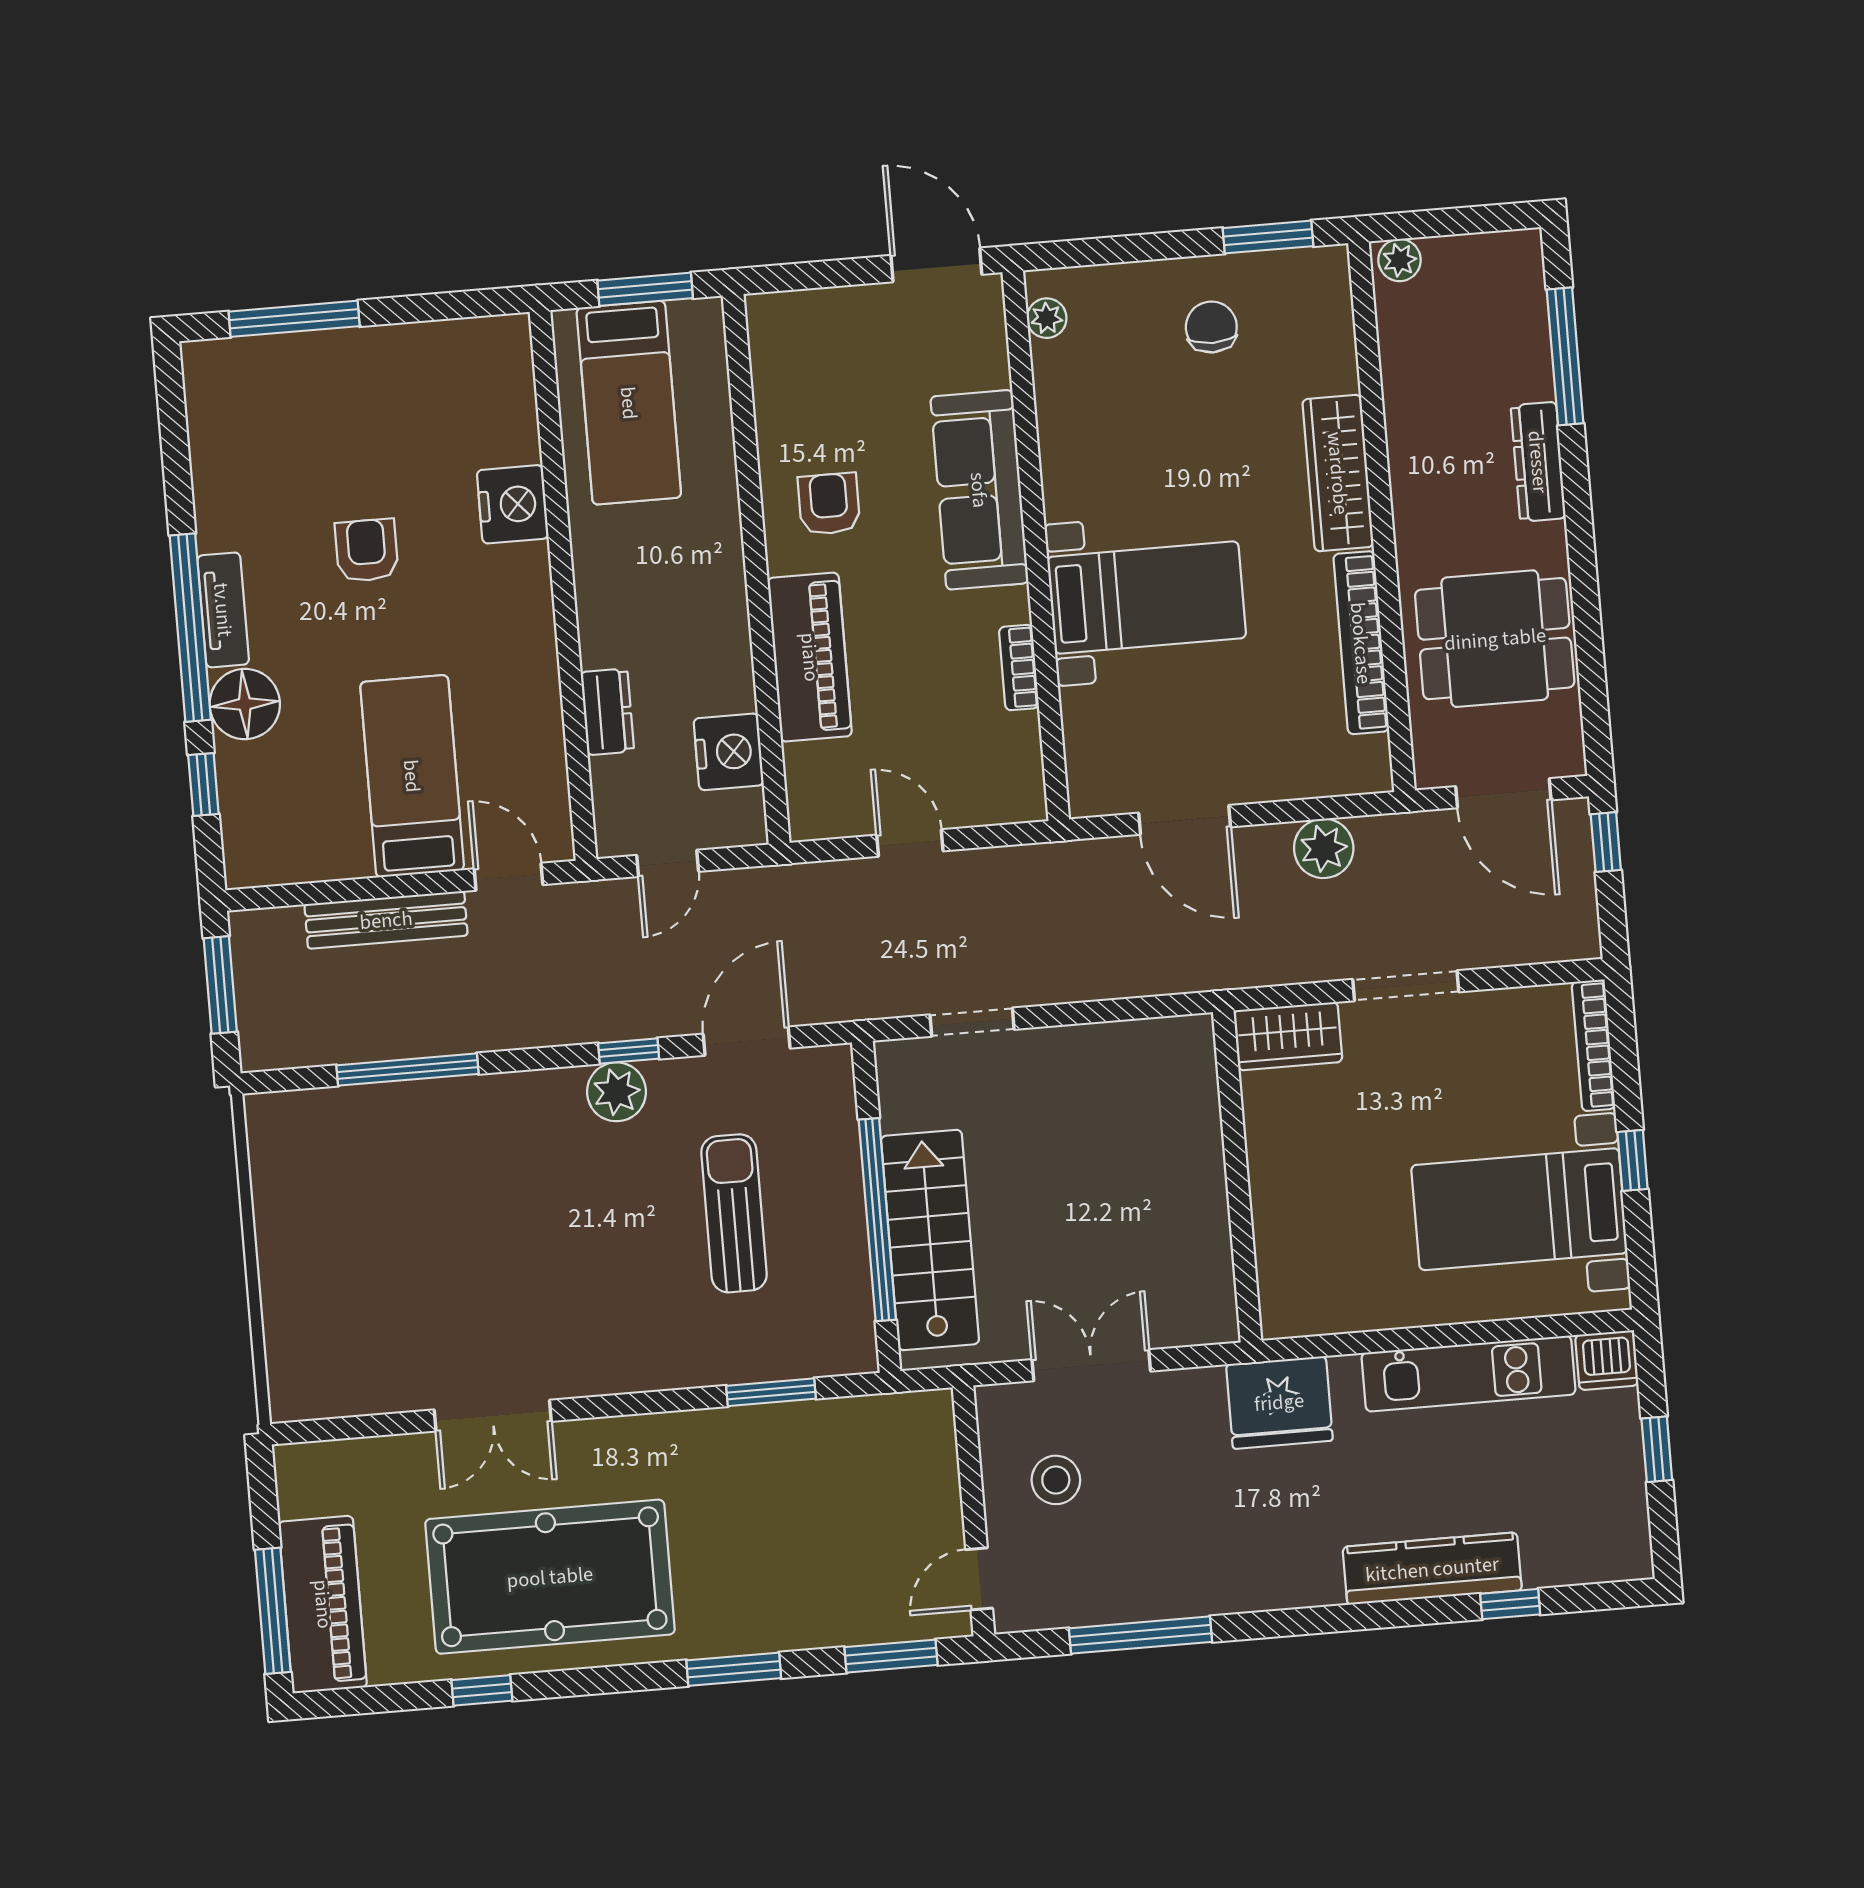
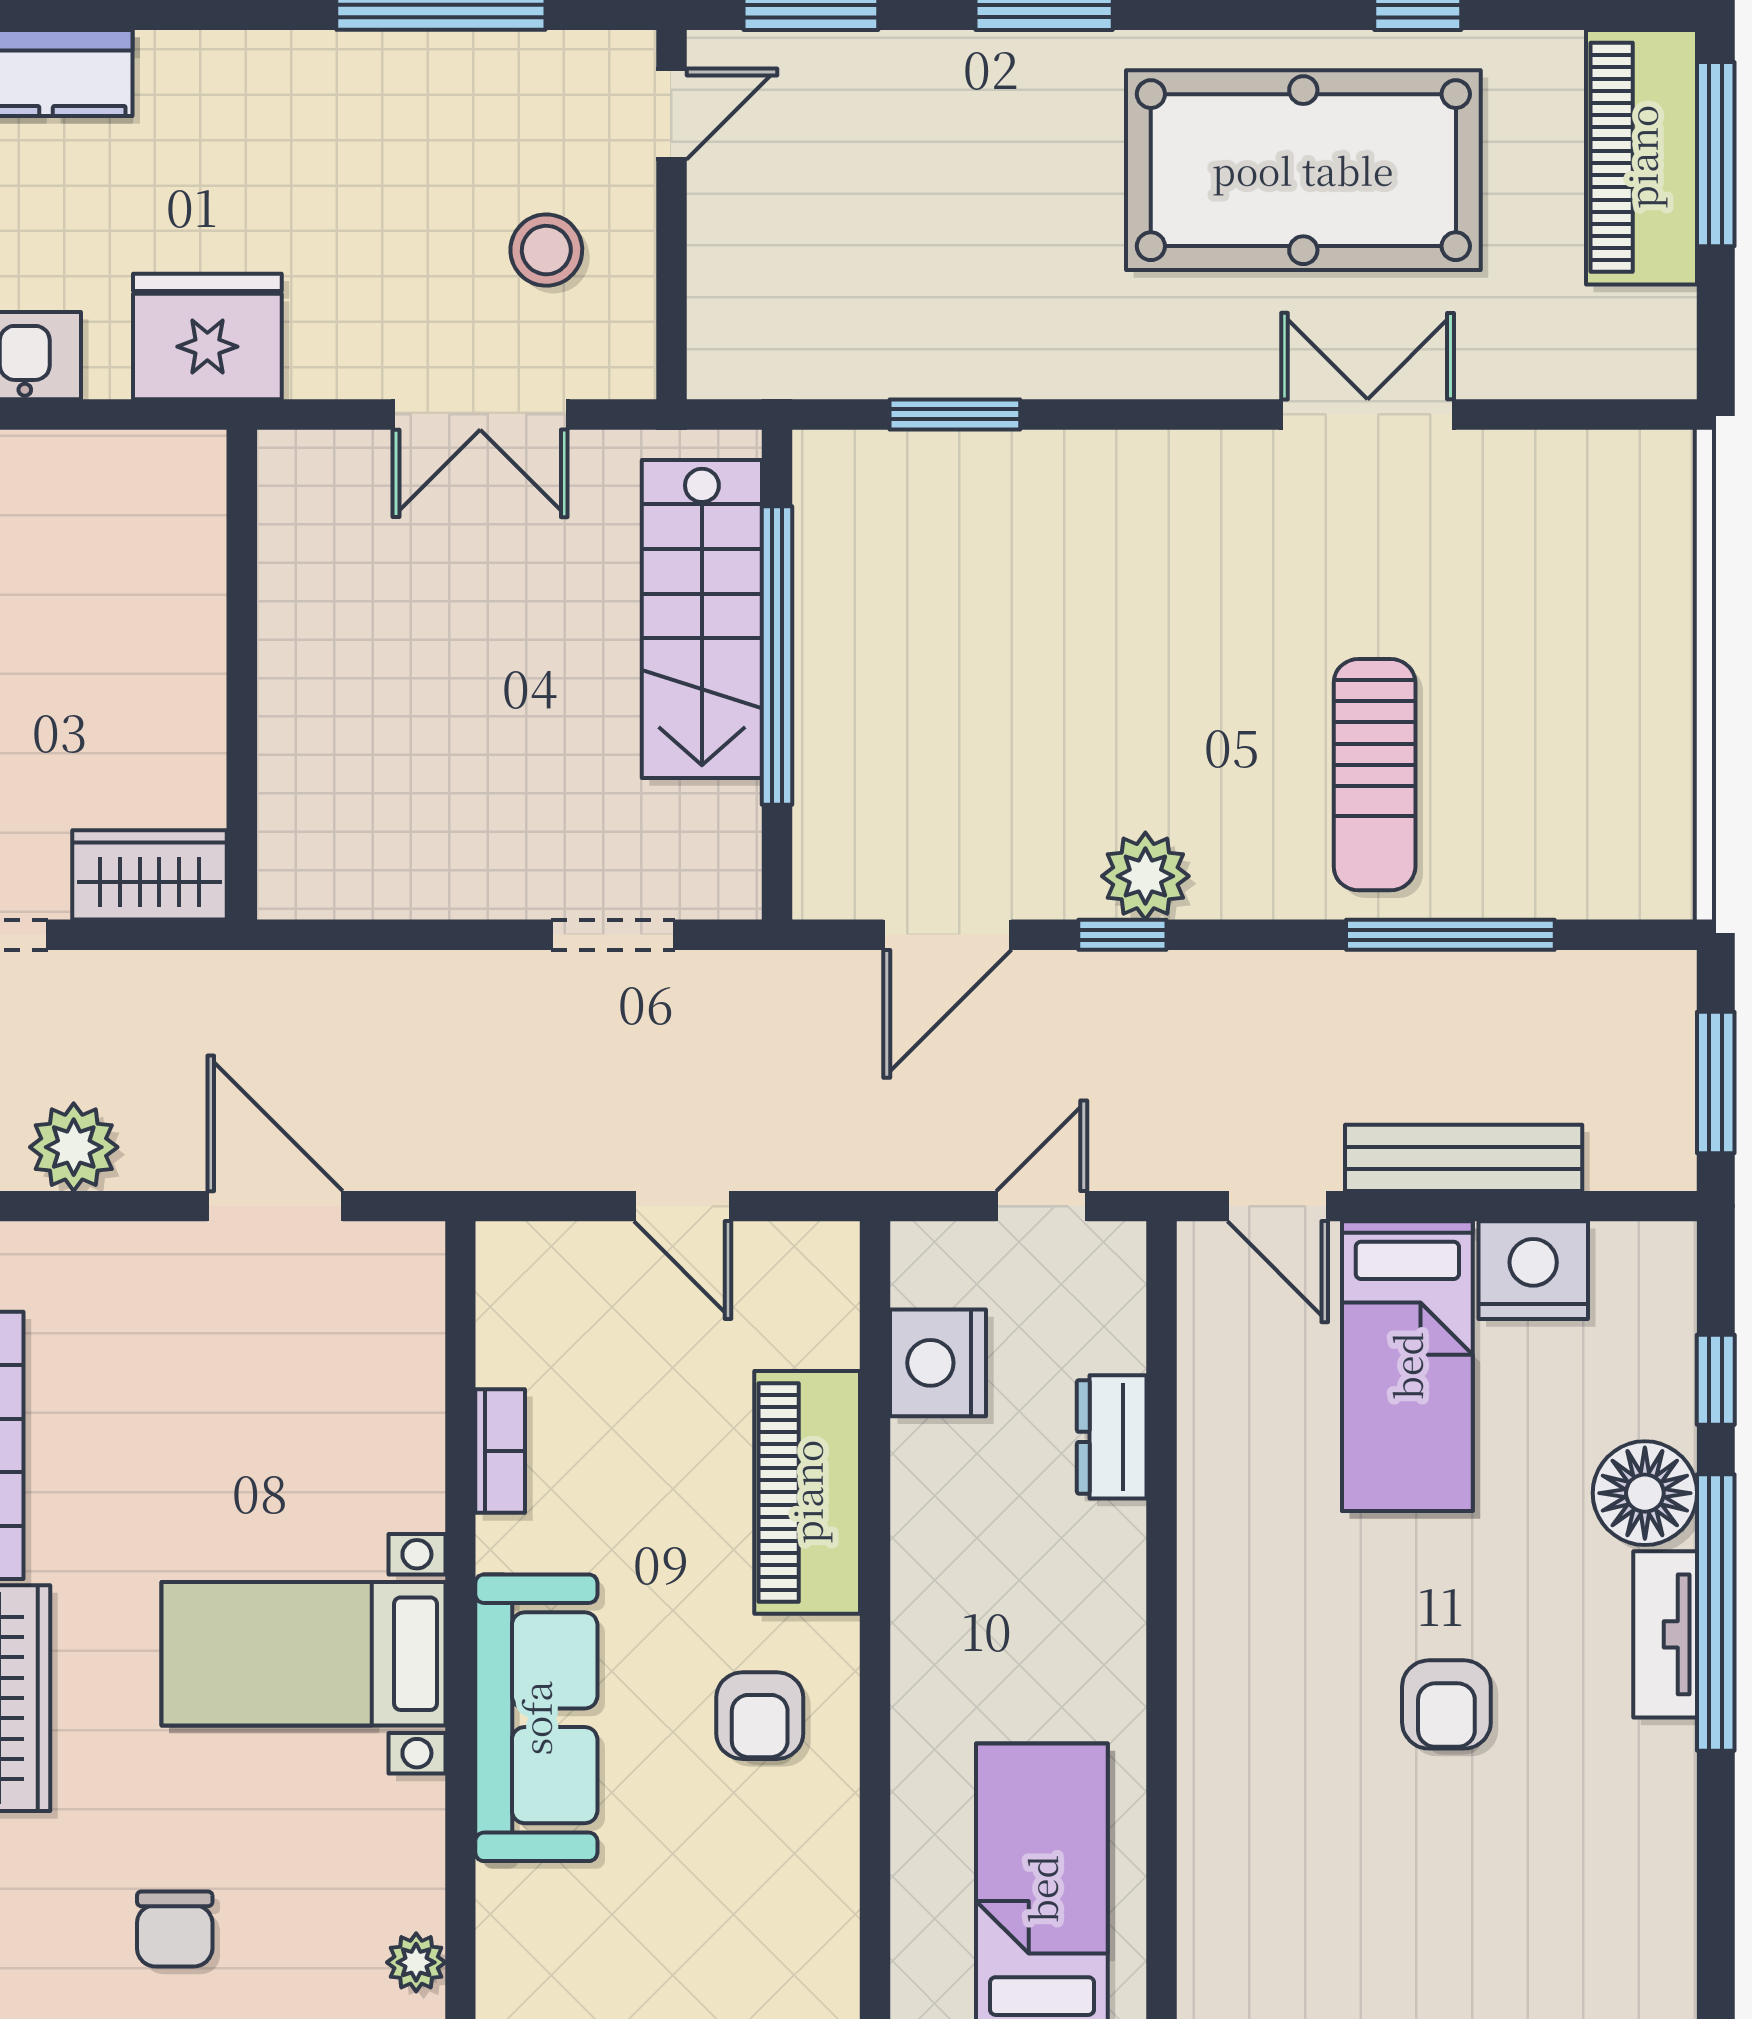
nightstand: (513, 504) -> (1533, 1270), moved, turned 90
bed with nightstands: (1147, 598) -> (303, 1654), moved
sun lounger: (734, 1213) -> (1375, 775), moved

